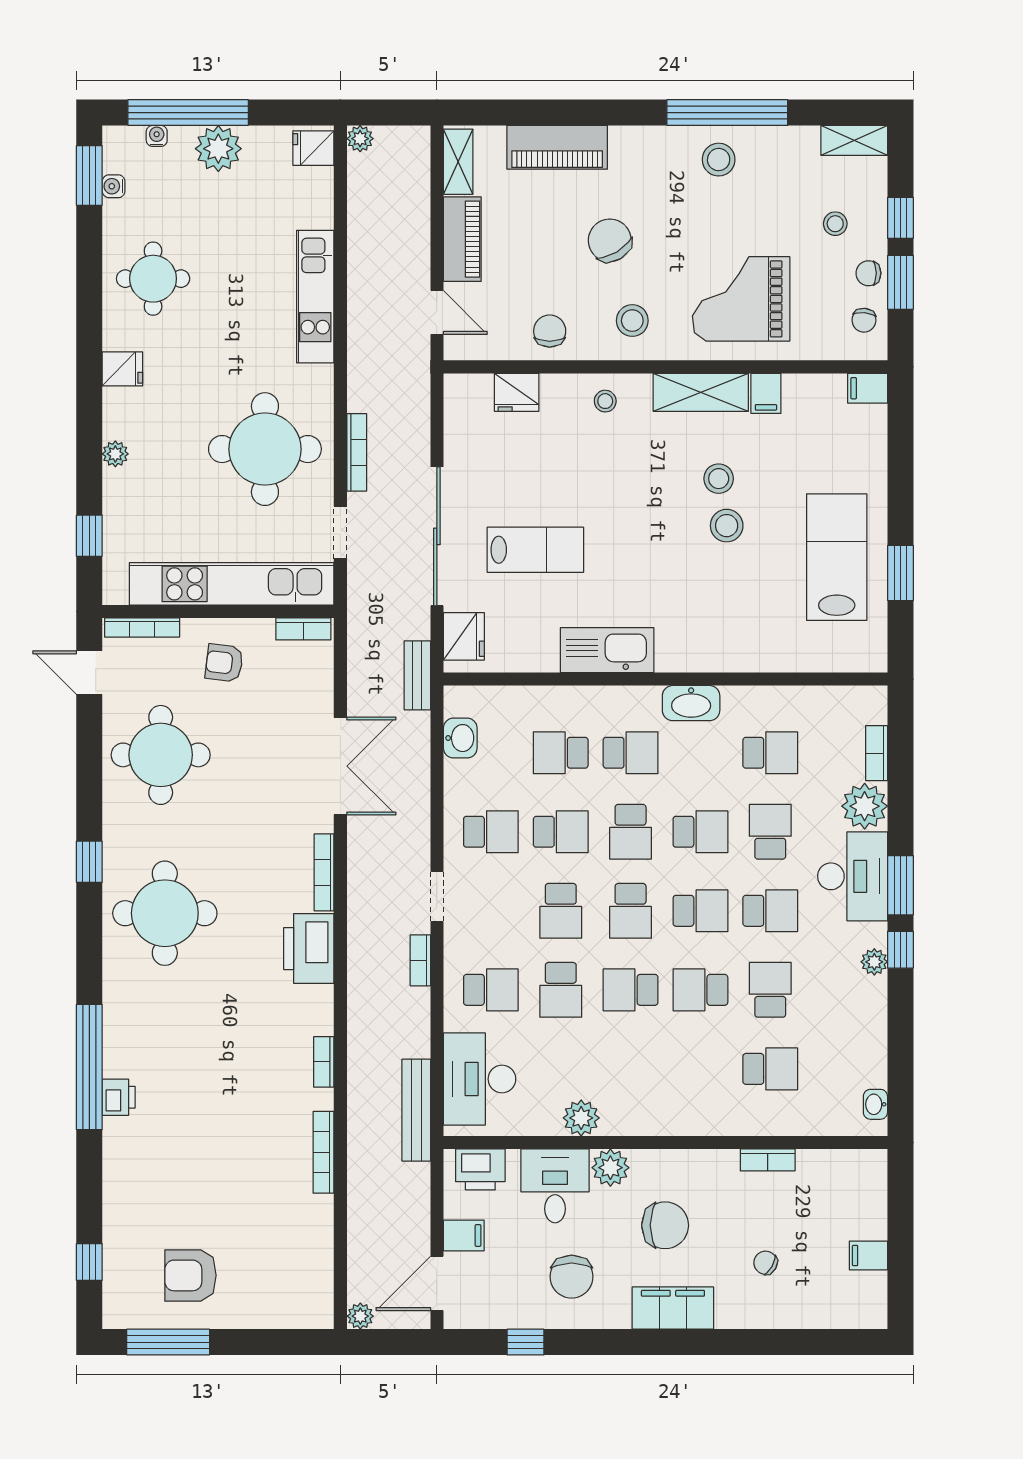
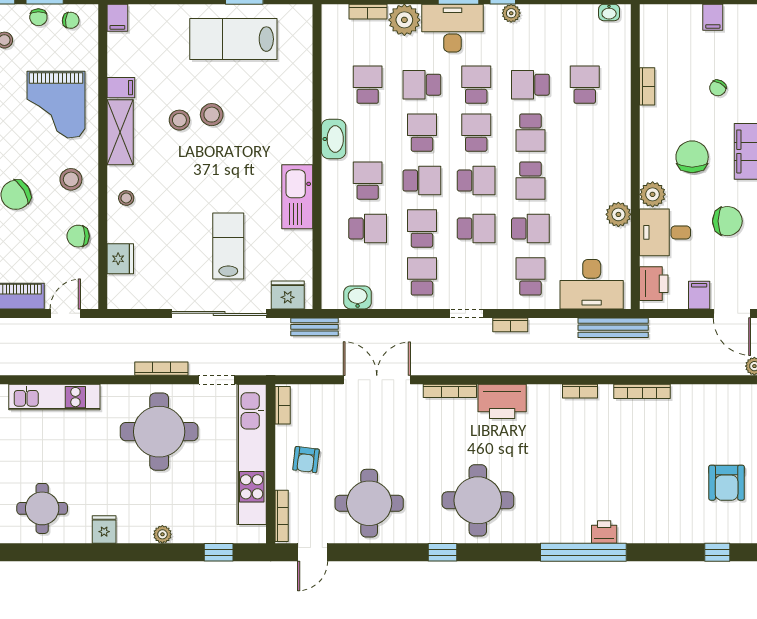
school desk: (561, 753) -> (368, 229), turned -90

